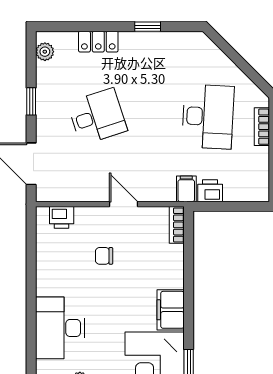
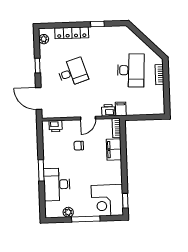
locker: (98, 42) -> (72, 33), width x1.53
printer: (210, 191) -> (108, 110), moved
door: (124, 204) -> (88, 118), swing flipped
window: (31, 300) -> (41, 170), added
filing cabinet: (171, 310) -> (114, 149), moved

